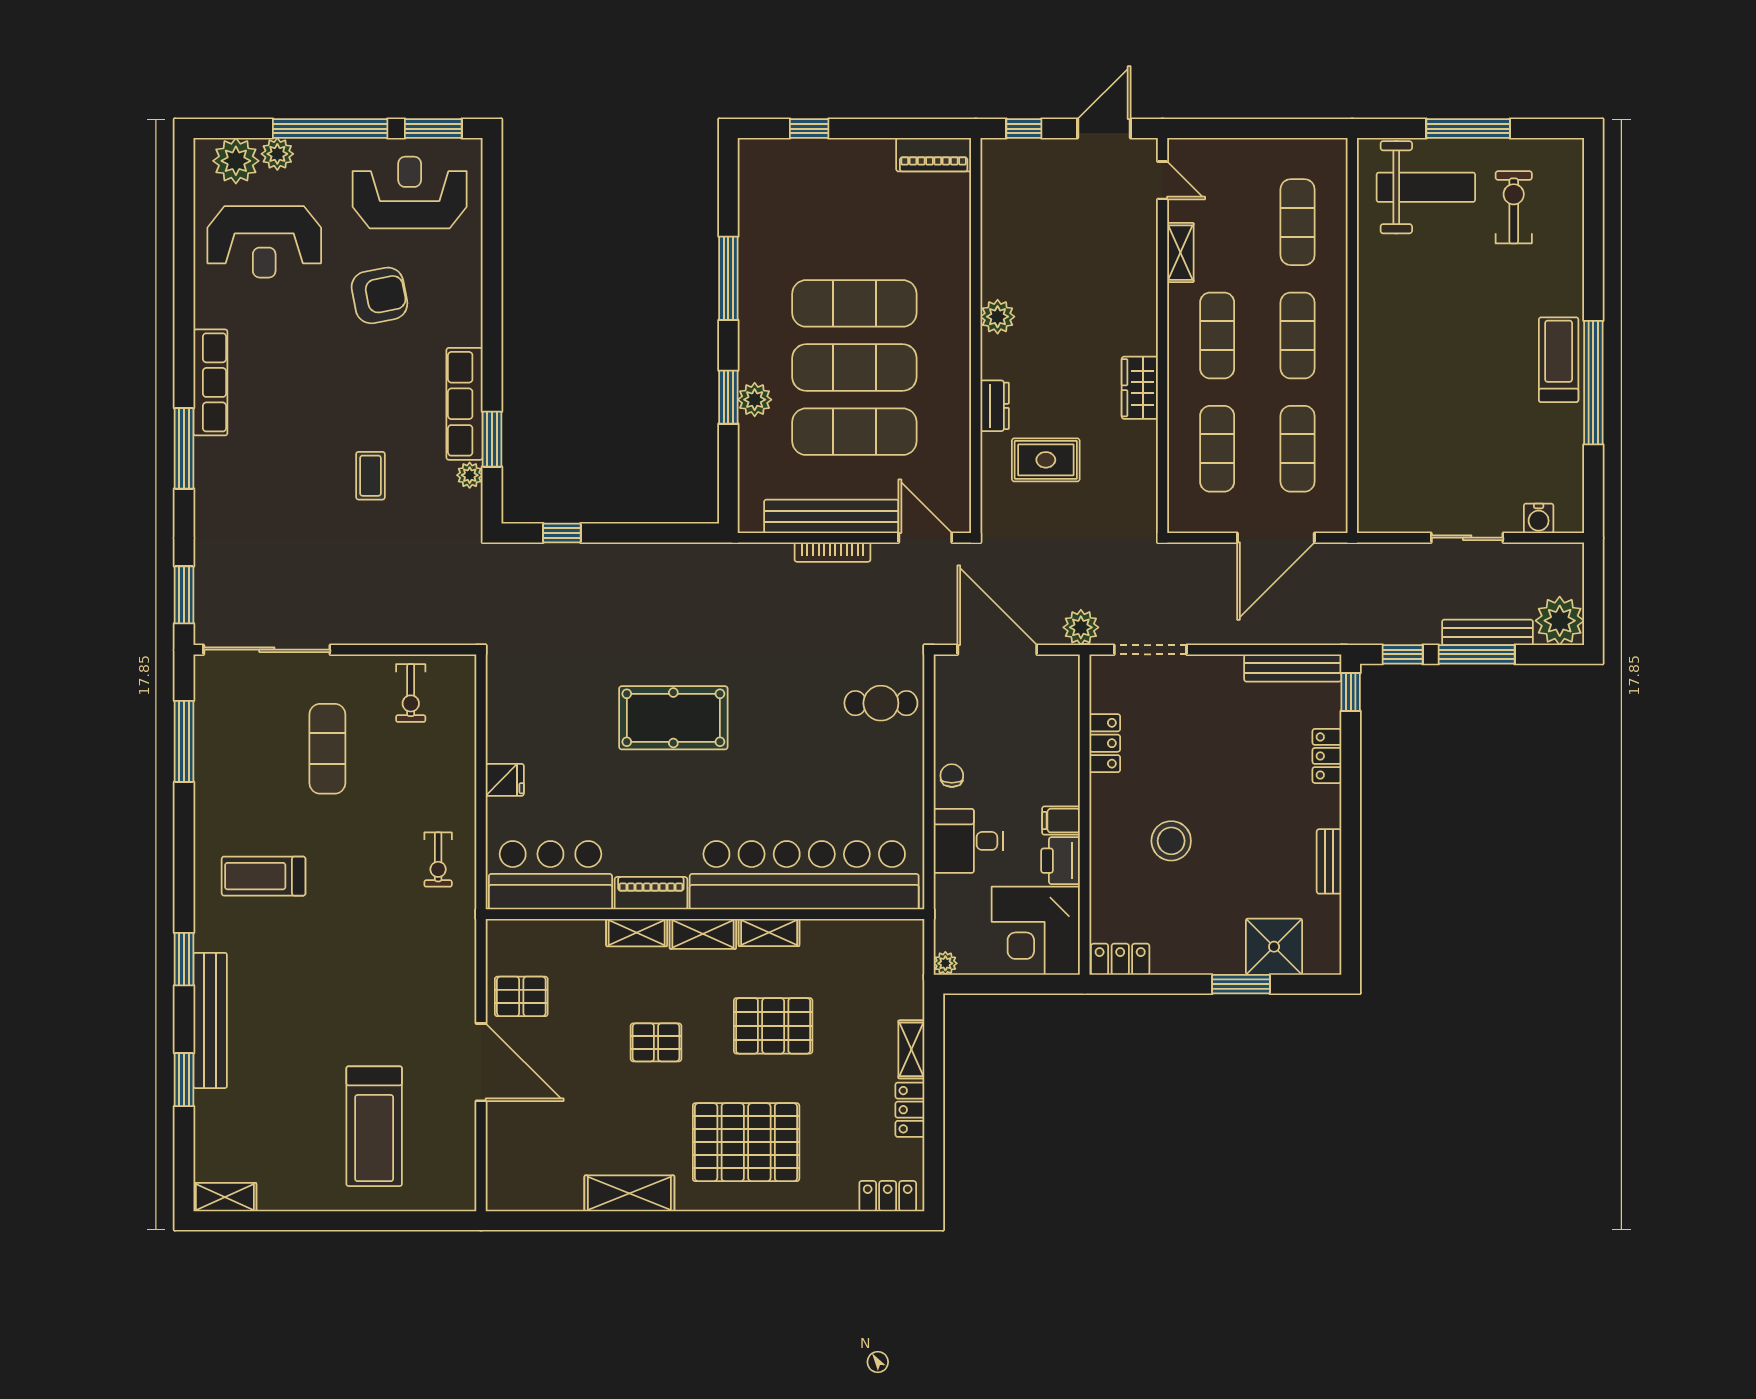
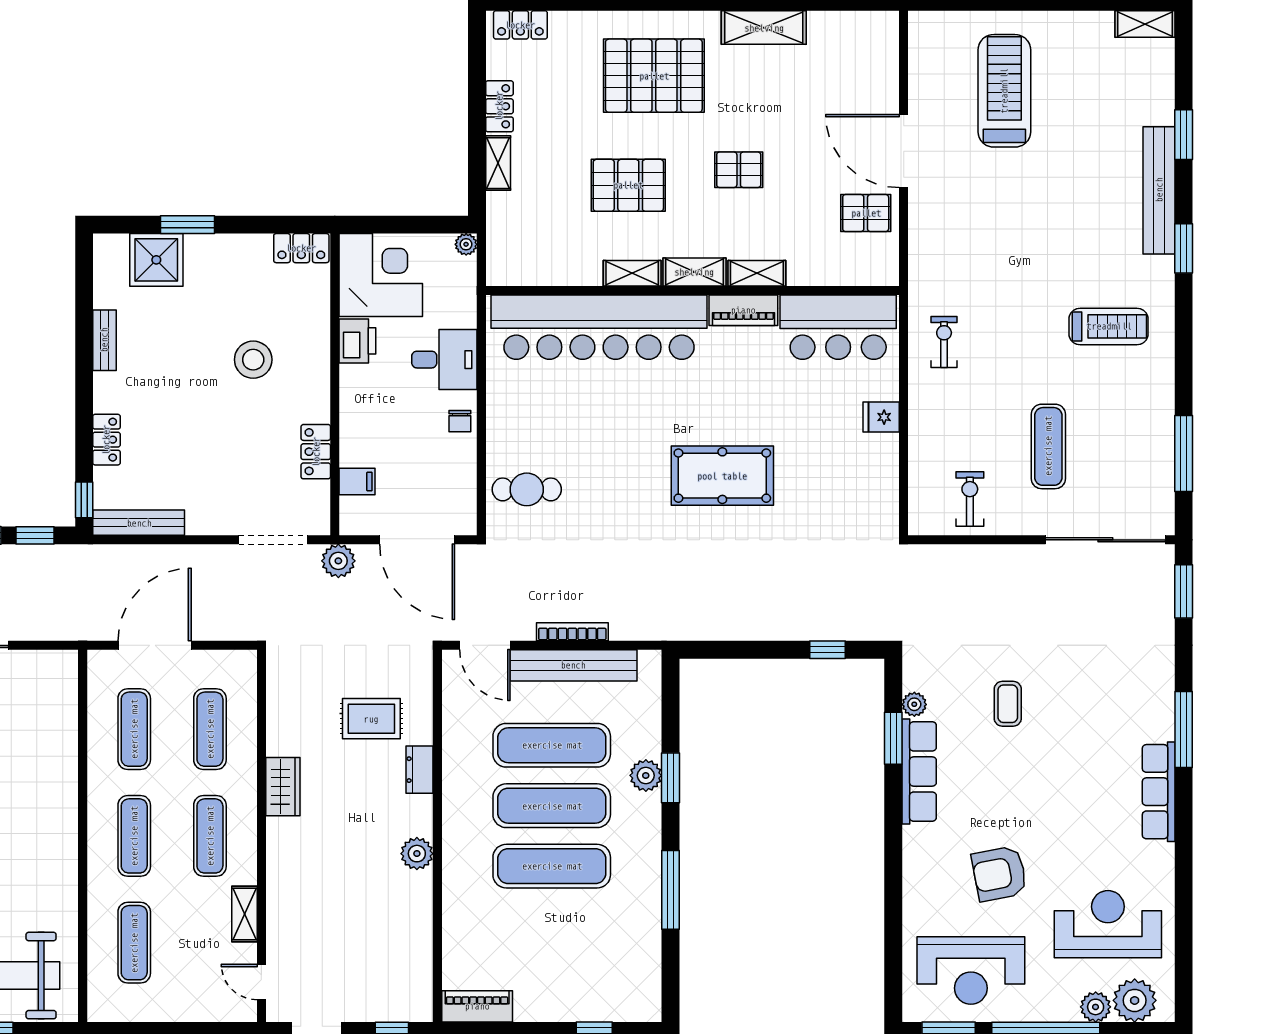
filing cabinet: (1061, 821) -> (357, 482), moved

